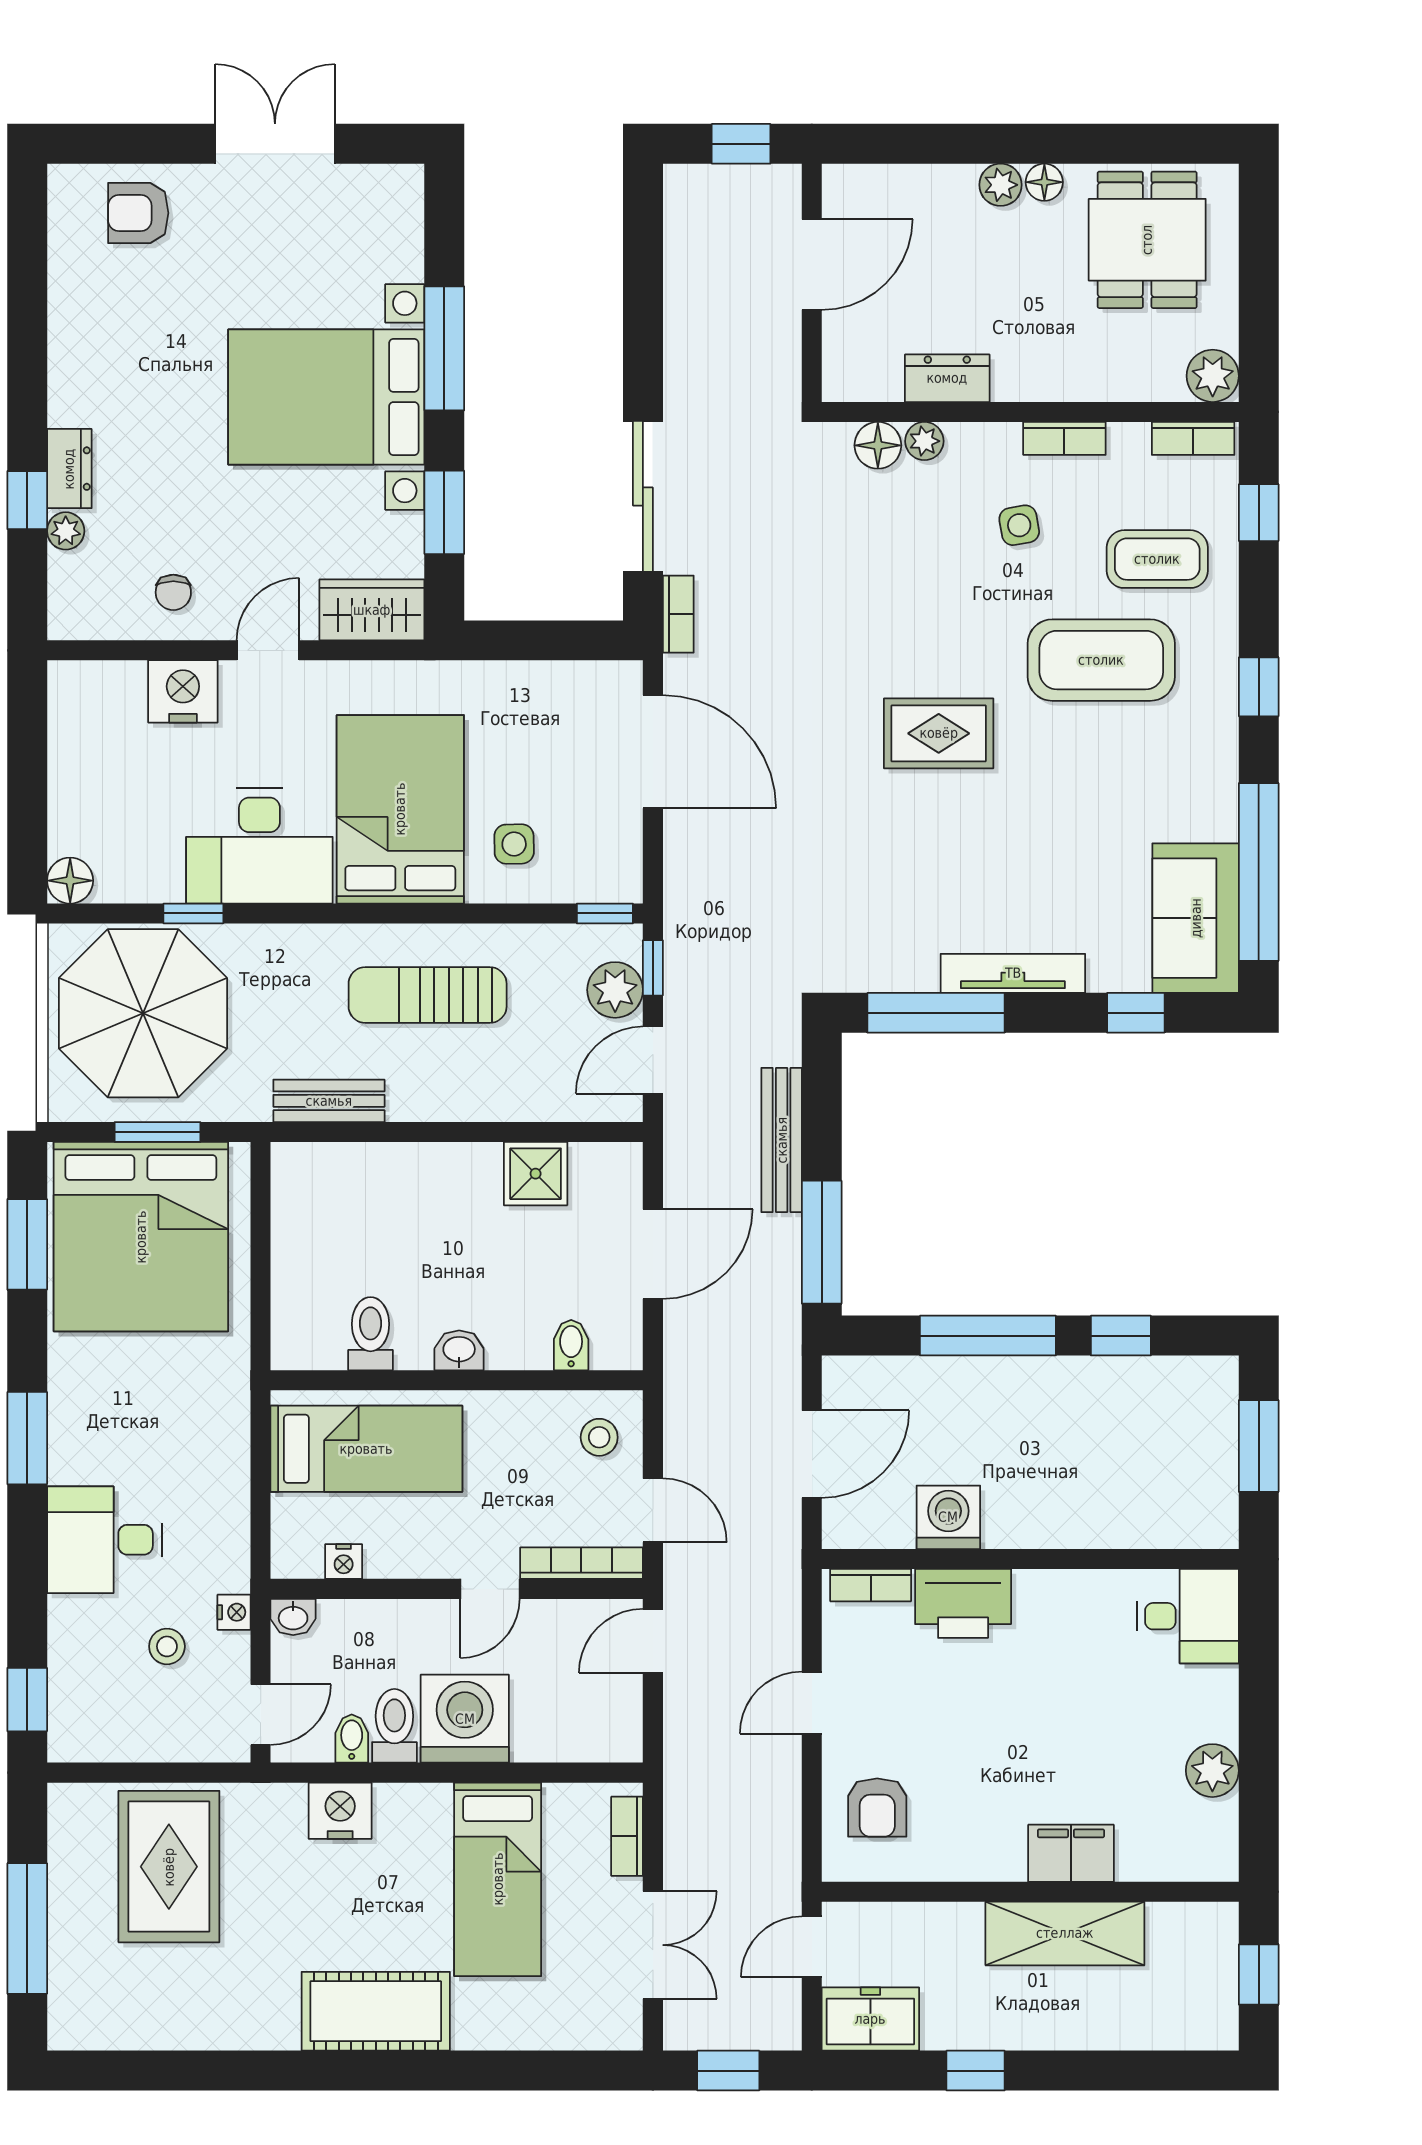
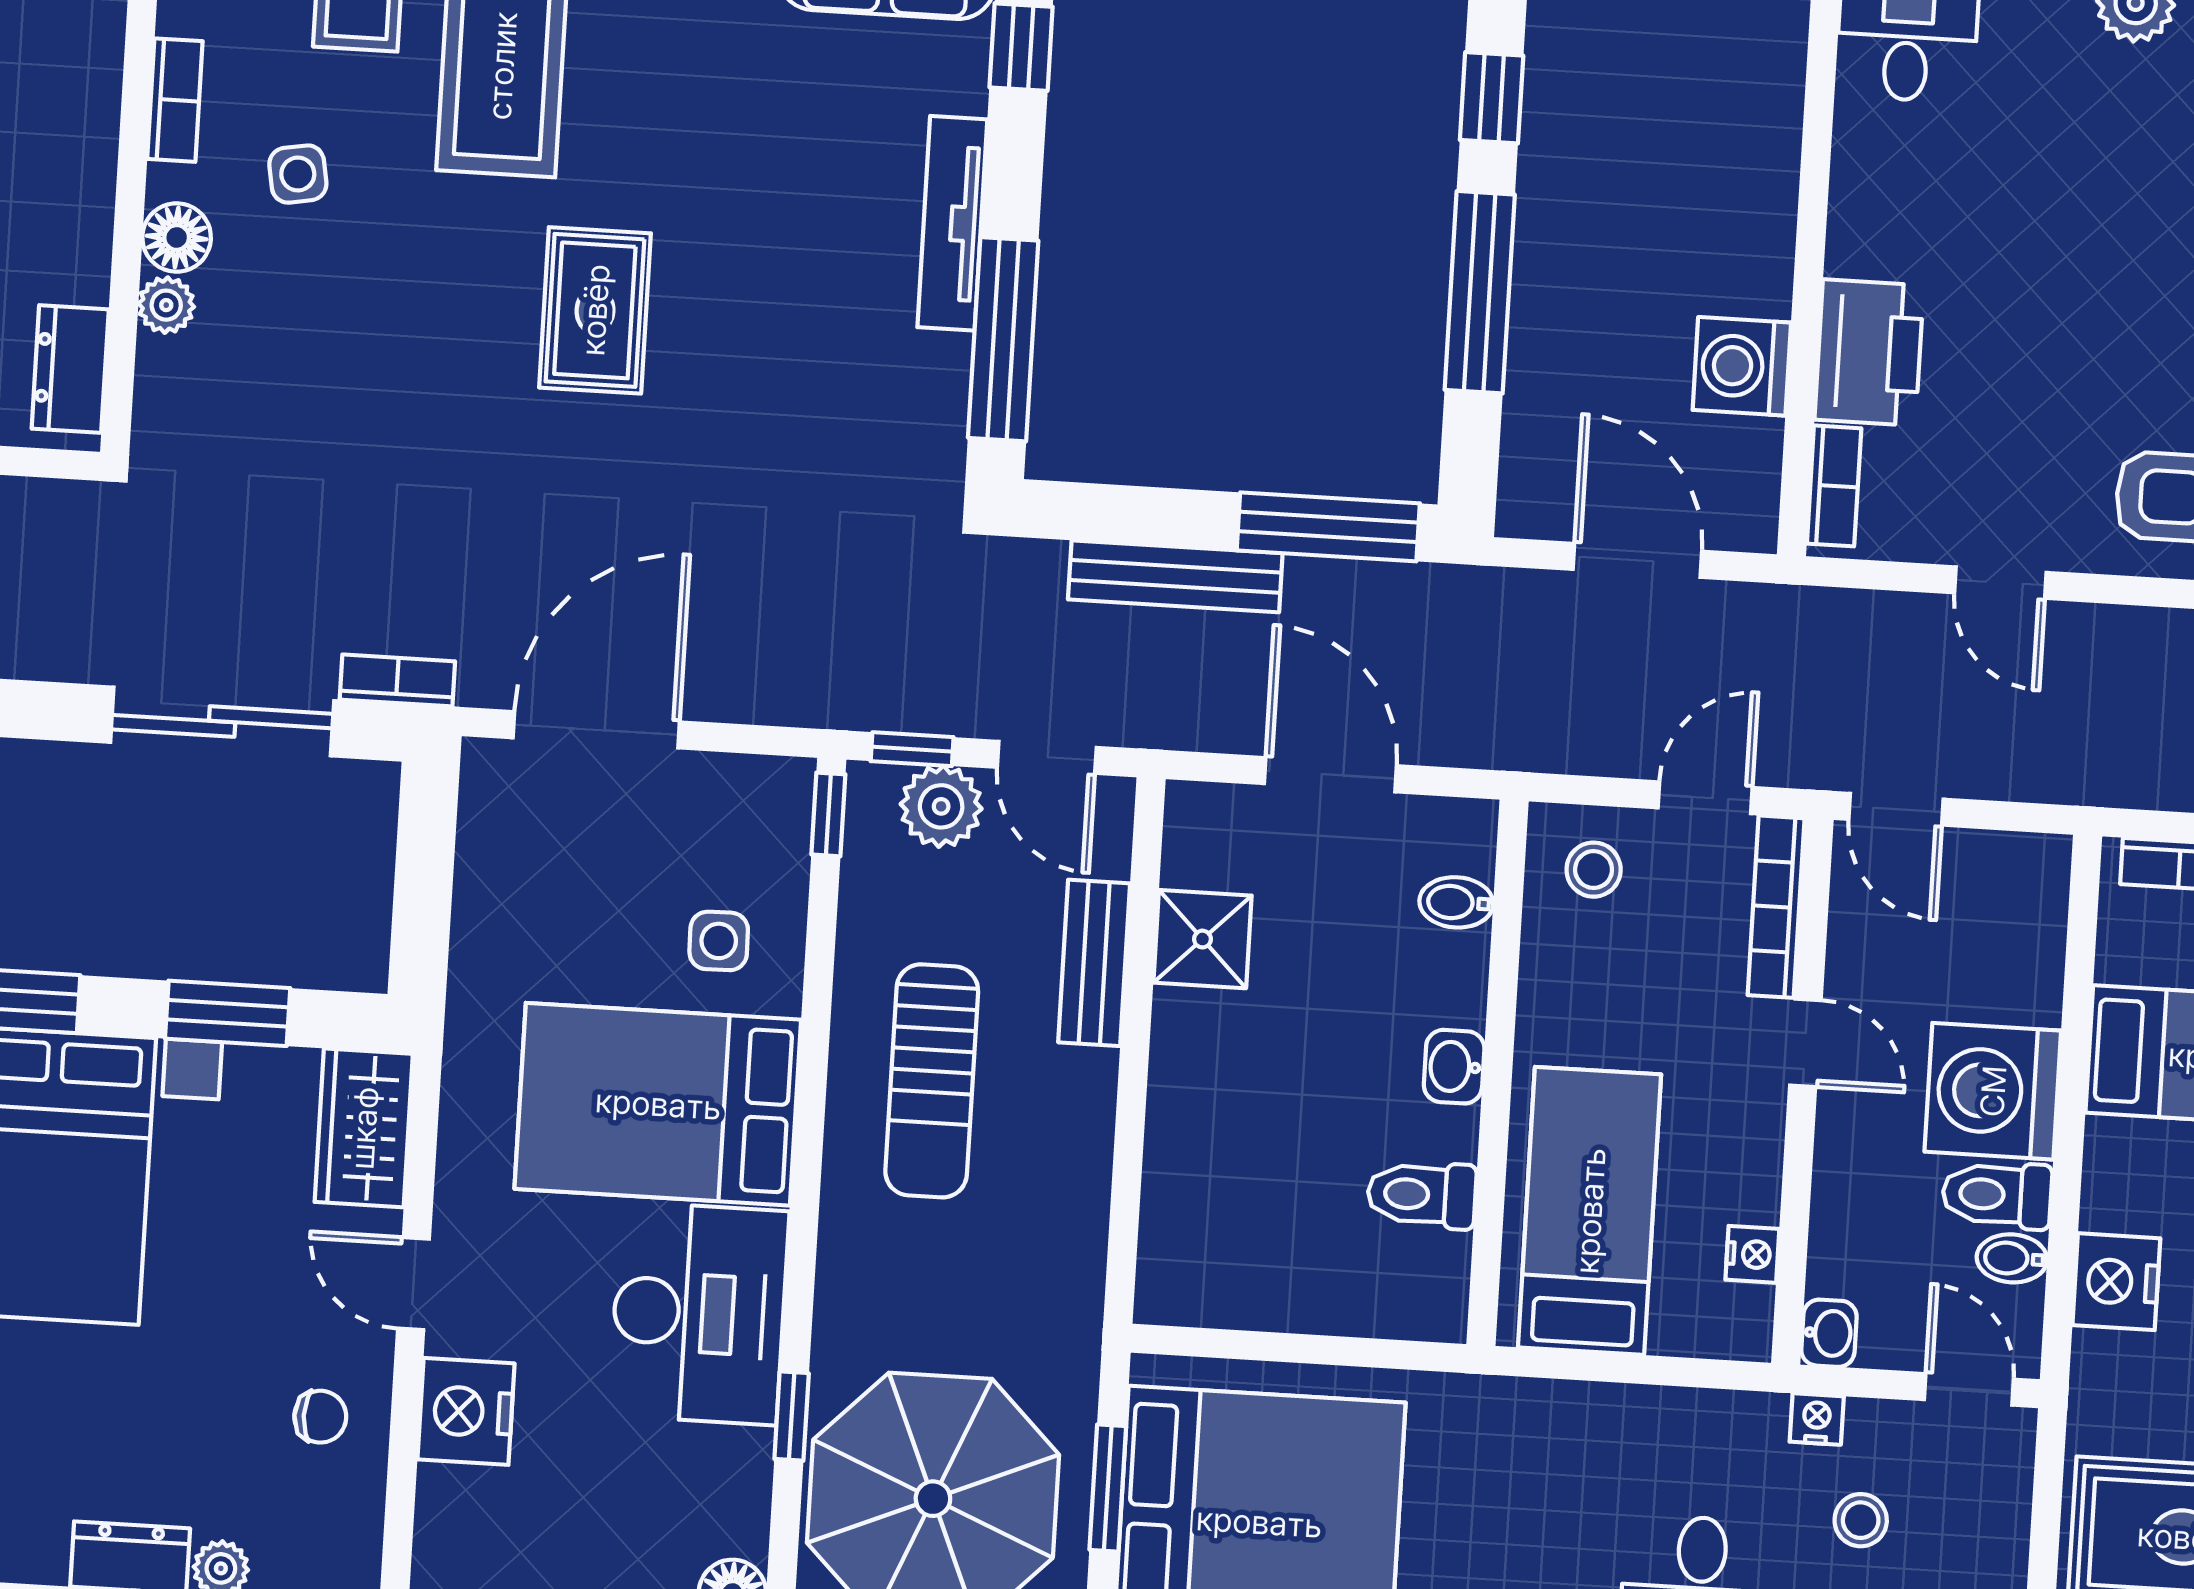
dresser: (947, 378) -> (70, 369), moved
floor lamp: (878, 445) -> (177, 238), moved
bench: (329, 1101) -> (1094, 963), moved

